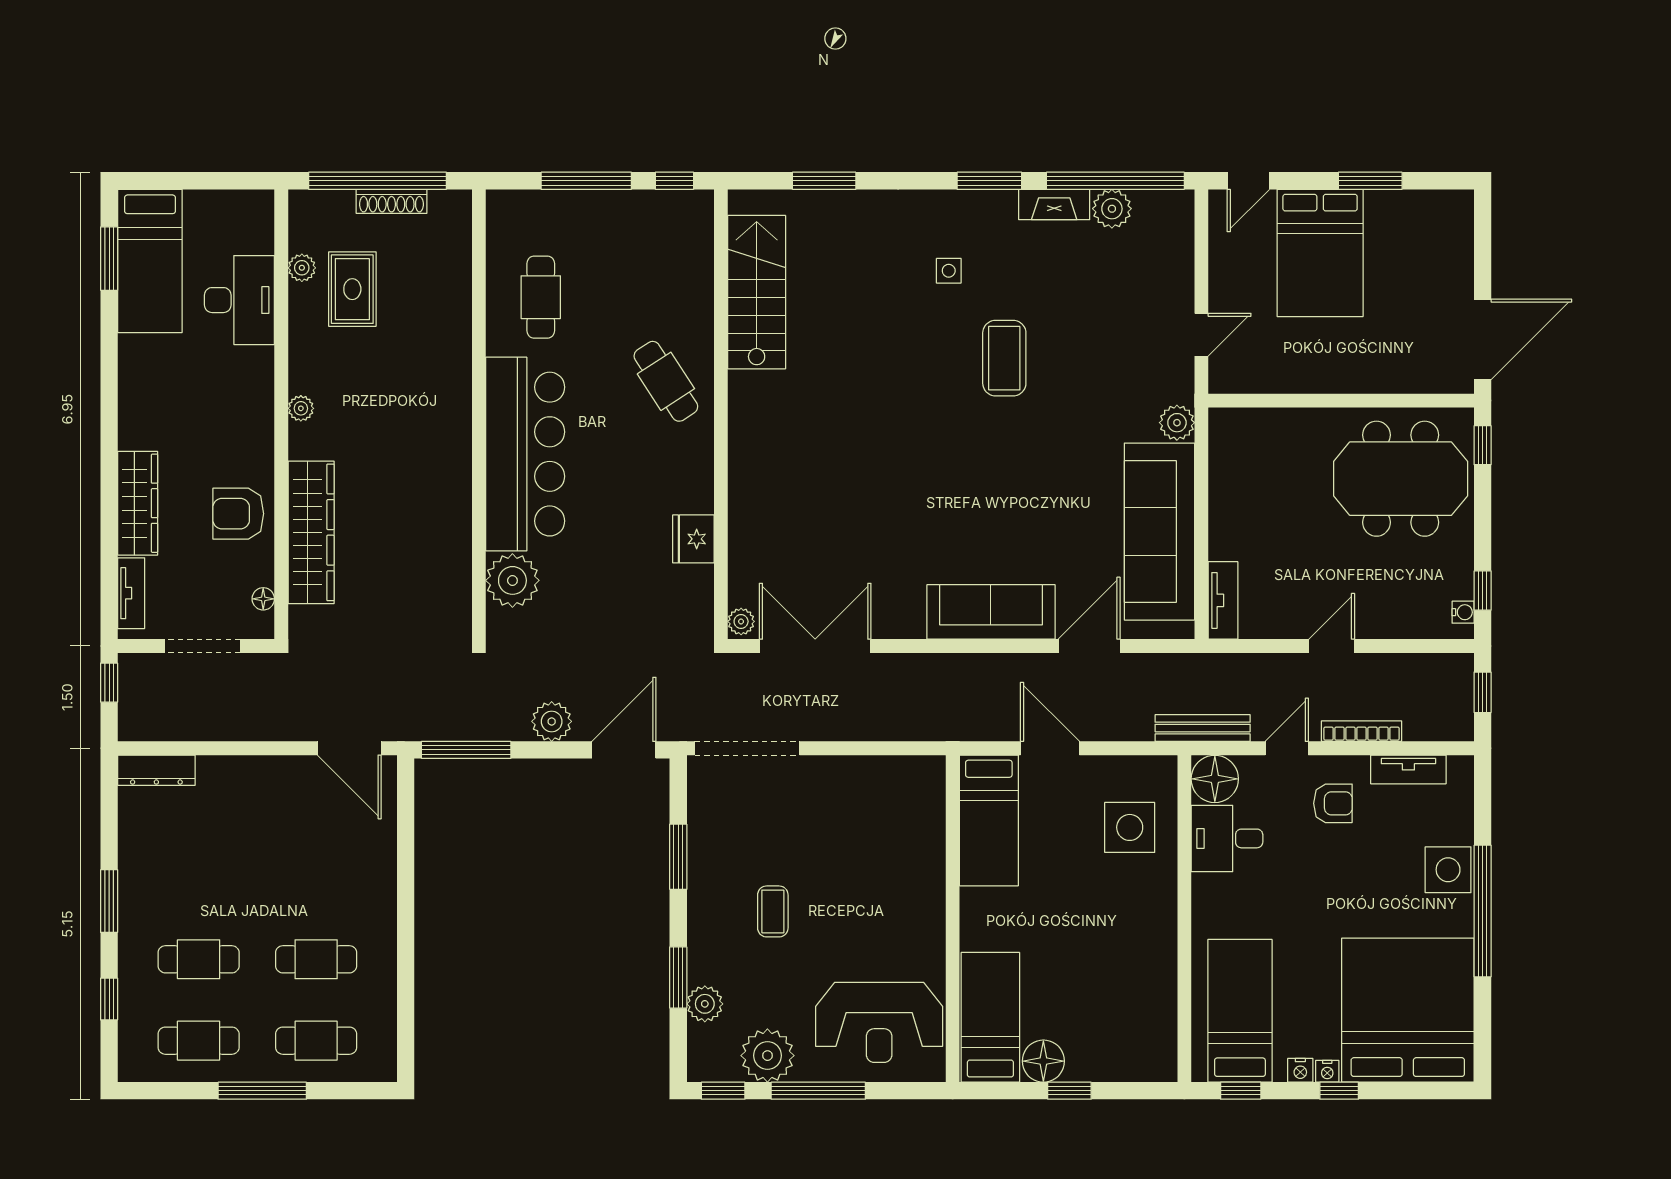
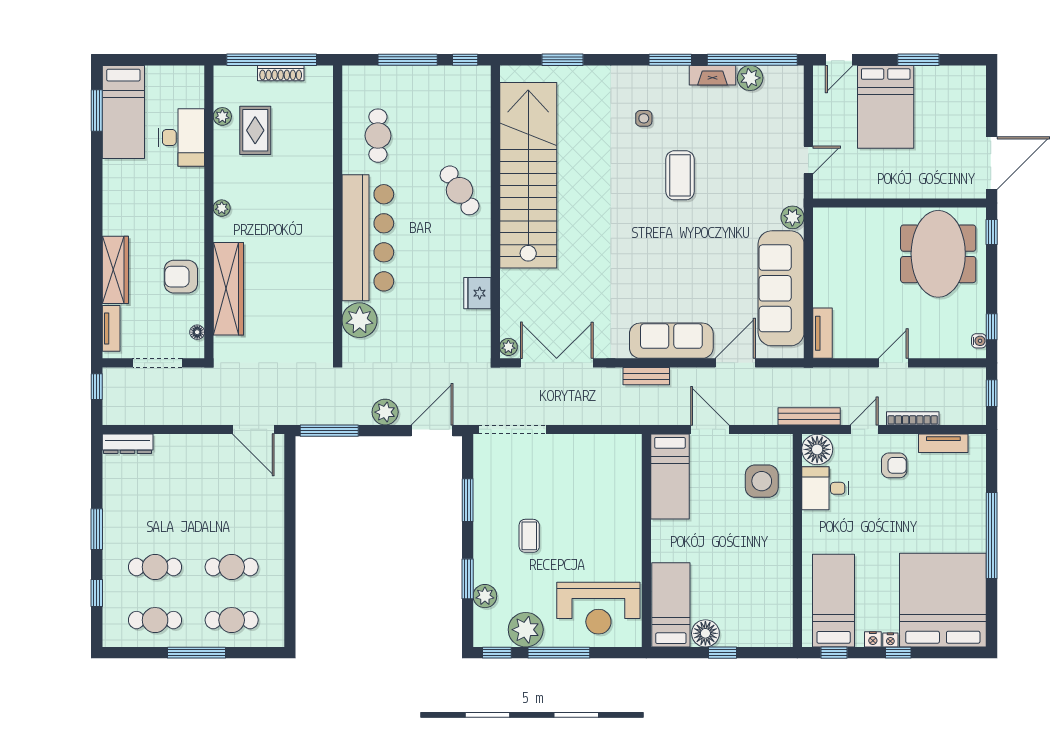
stairs: (757, 292) -> (528, 175), width x1.86, depth x1.51
meeting table: (1401, 479) -> (938, 254), turned 90
bench: (952, 666) -> (646, 376), added
side table: (1448, 870) -> (969, 509), removed

